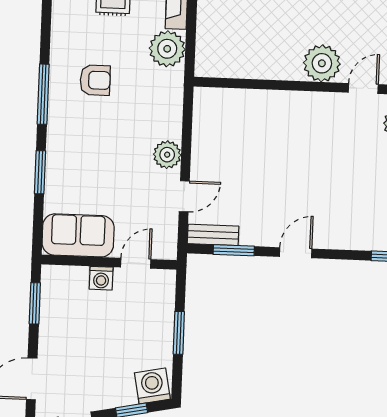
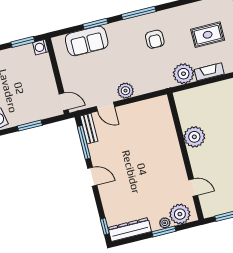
plant: (322, 63) -> (194, 137), moved
sofa: (78, 235) -> (87, 41), moved, turned 90
window: (234, 250) -> (84, 142), width x1.44
door: (136, 263) -> (64, 102), moved
washing machine: (101, 278) -> (40, 47), moved

